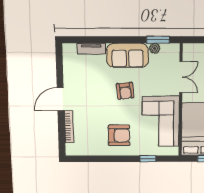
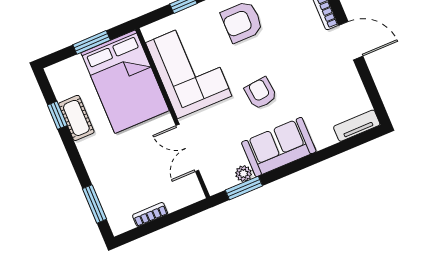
tv unit: (91, 49) -> (357, 126), moved
door: (61, 99) -> (351, 41), hinge flipped

